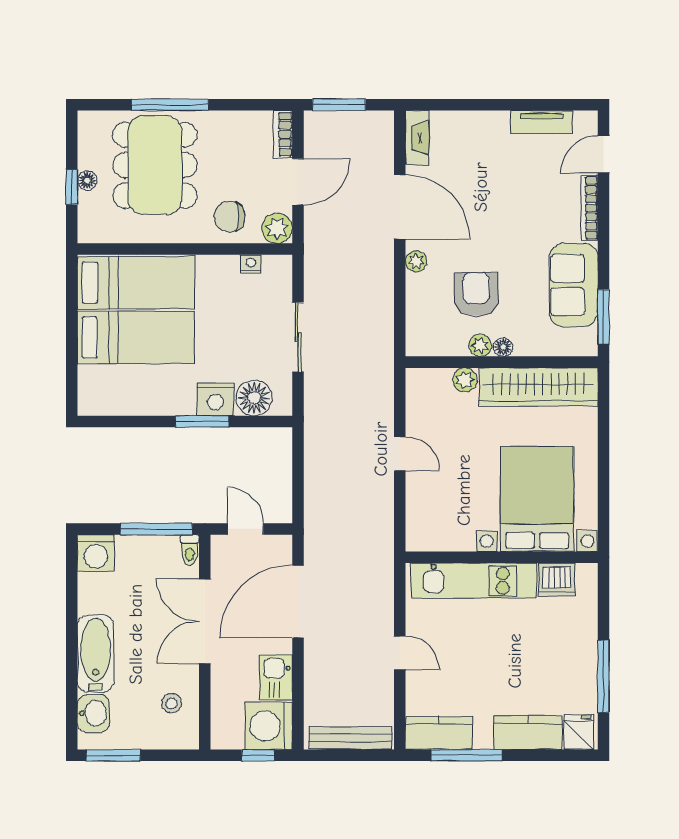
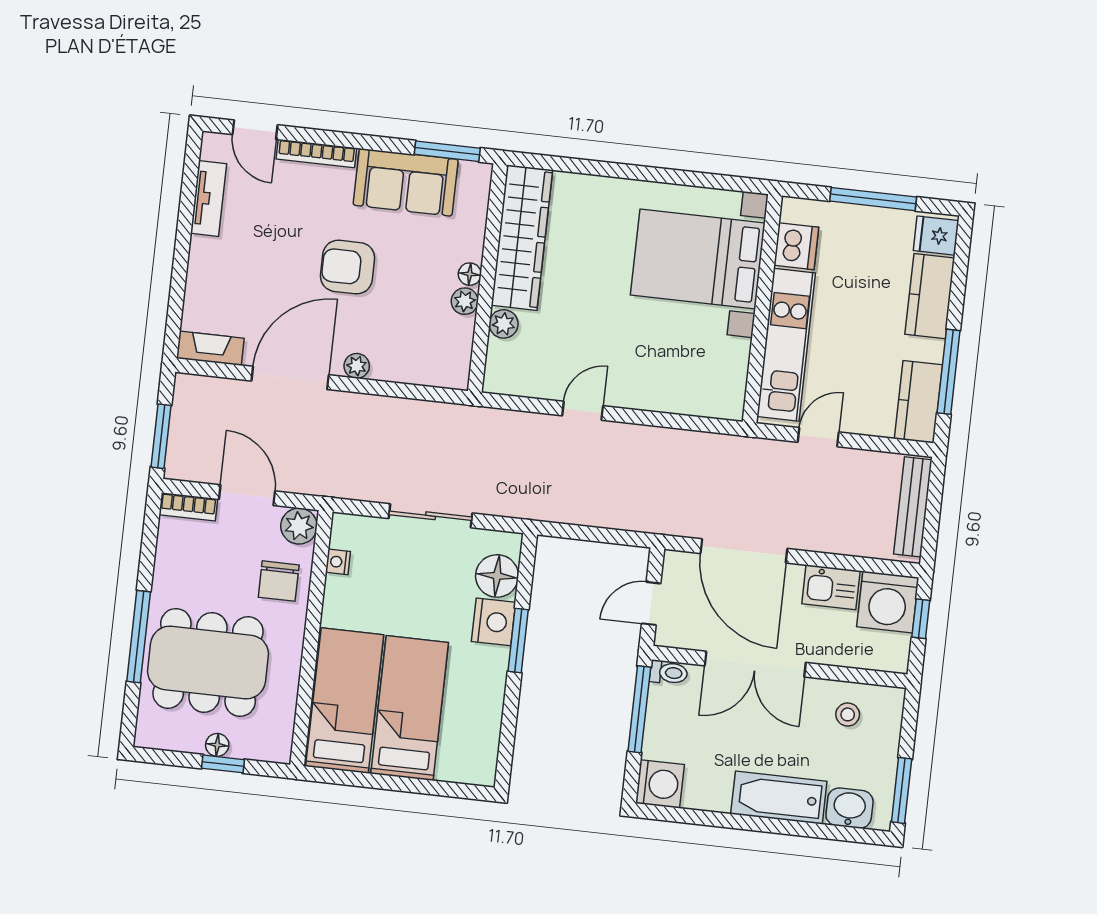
armchair: (476, 294) -> (348, 267), moved
bed with nightstands: (537, 499) -> (698, 259), moved
wall: (502, 557) -> (762, 309), moved
dishwasher: (557, 580) -> (796, 246), moved
kitchen unit: (474, 581) -> (786, 345), moved

